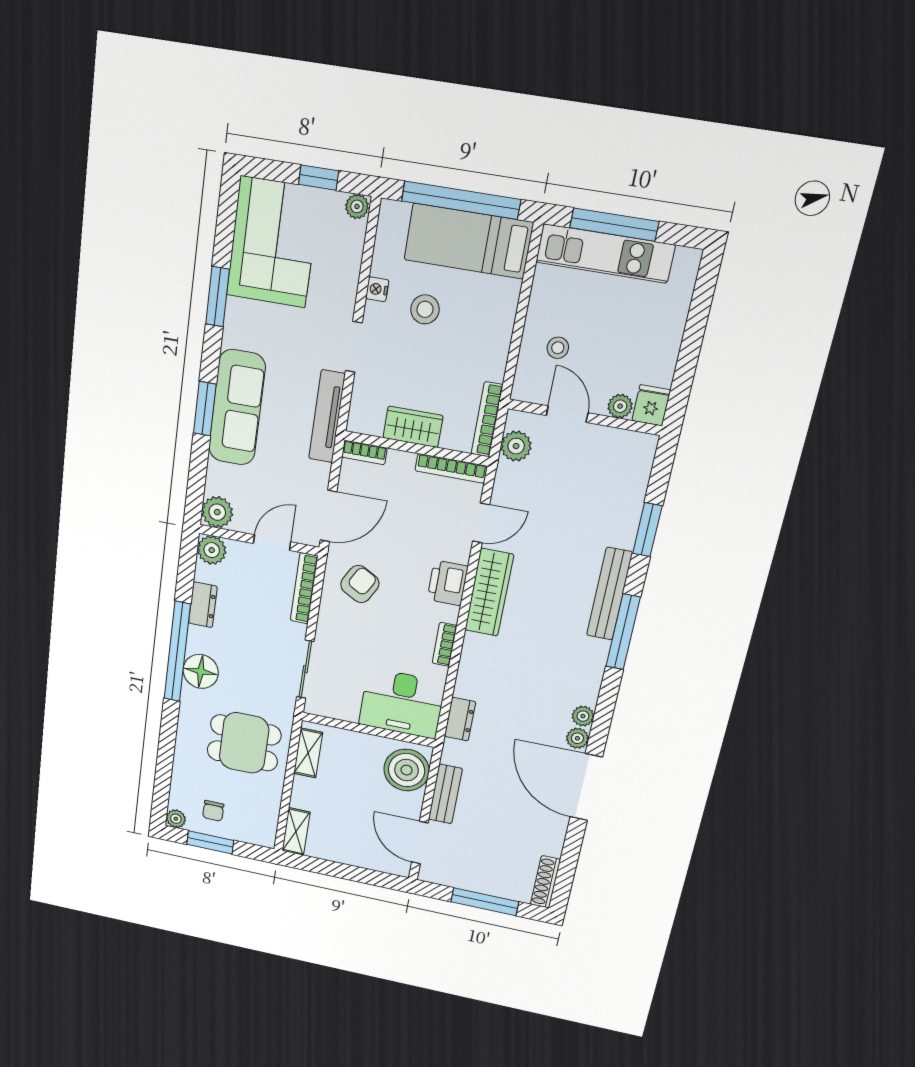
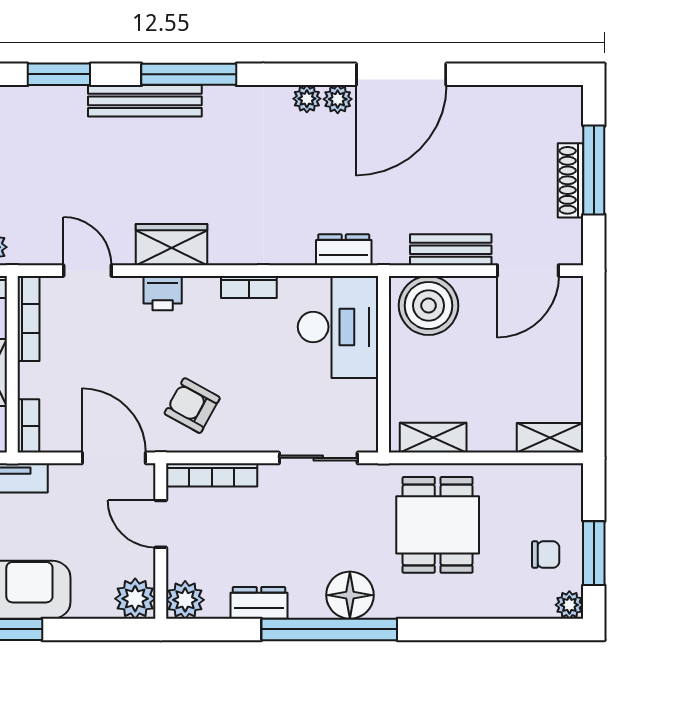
printer: (448, 583) -> (163, 293), width x0.73, depth x0.81
wardrobe: (489, 592) -> (171, 245), width x0.67
shoe rack: (545, 882) -> (571, 180), moved, turned 90

